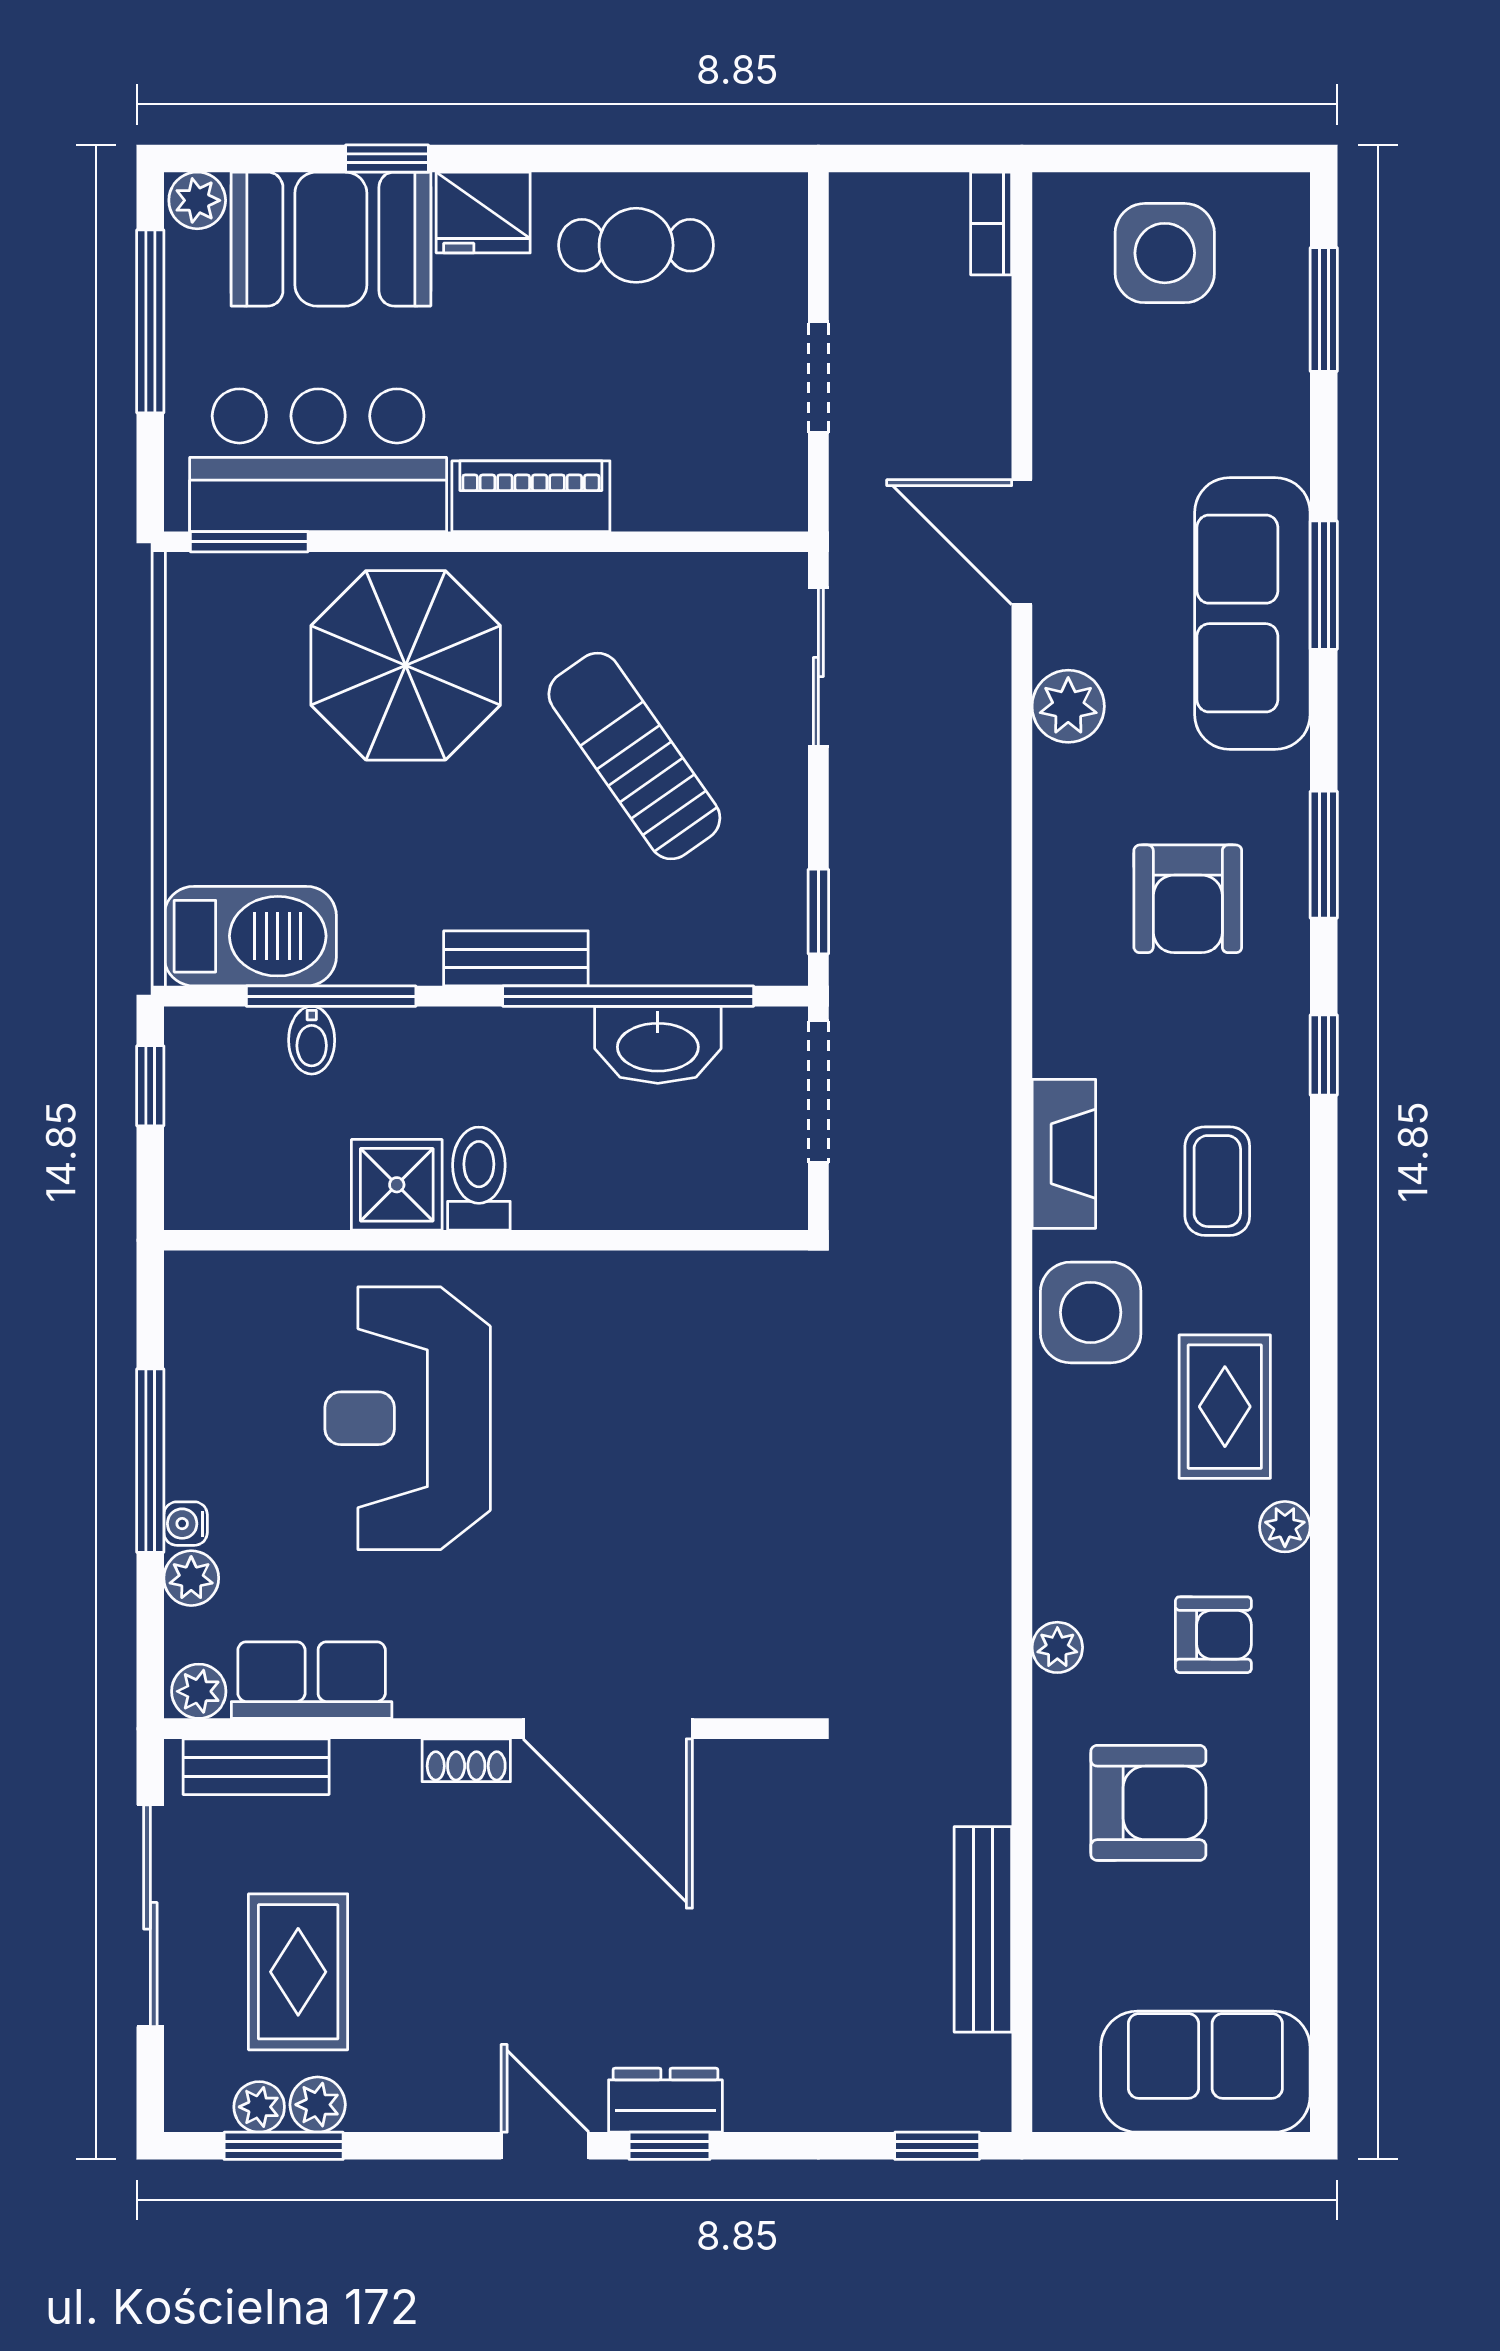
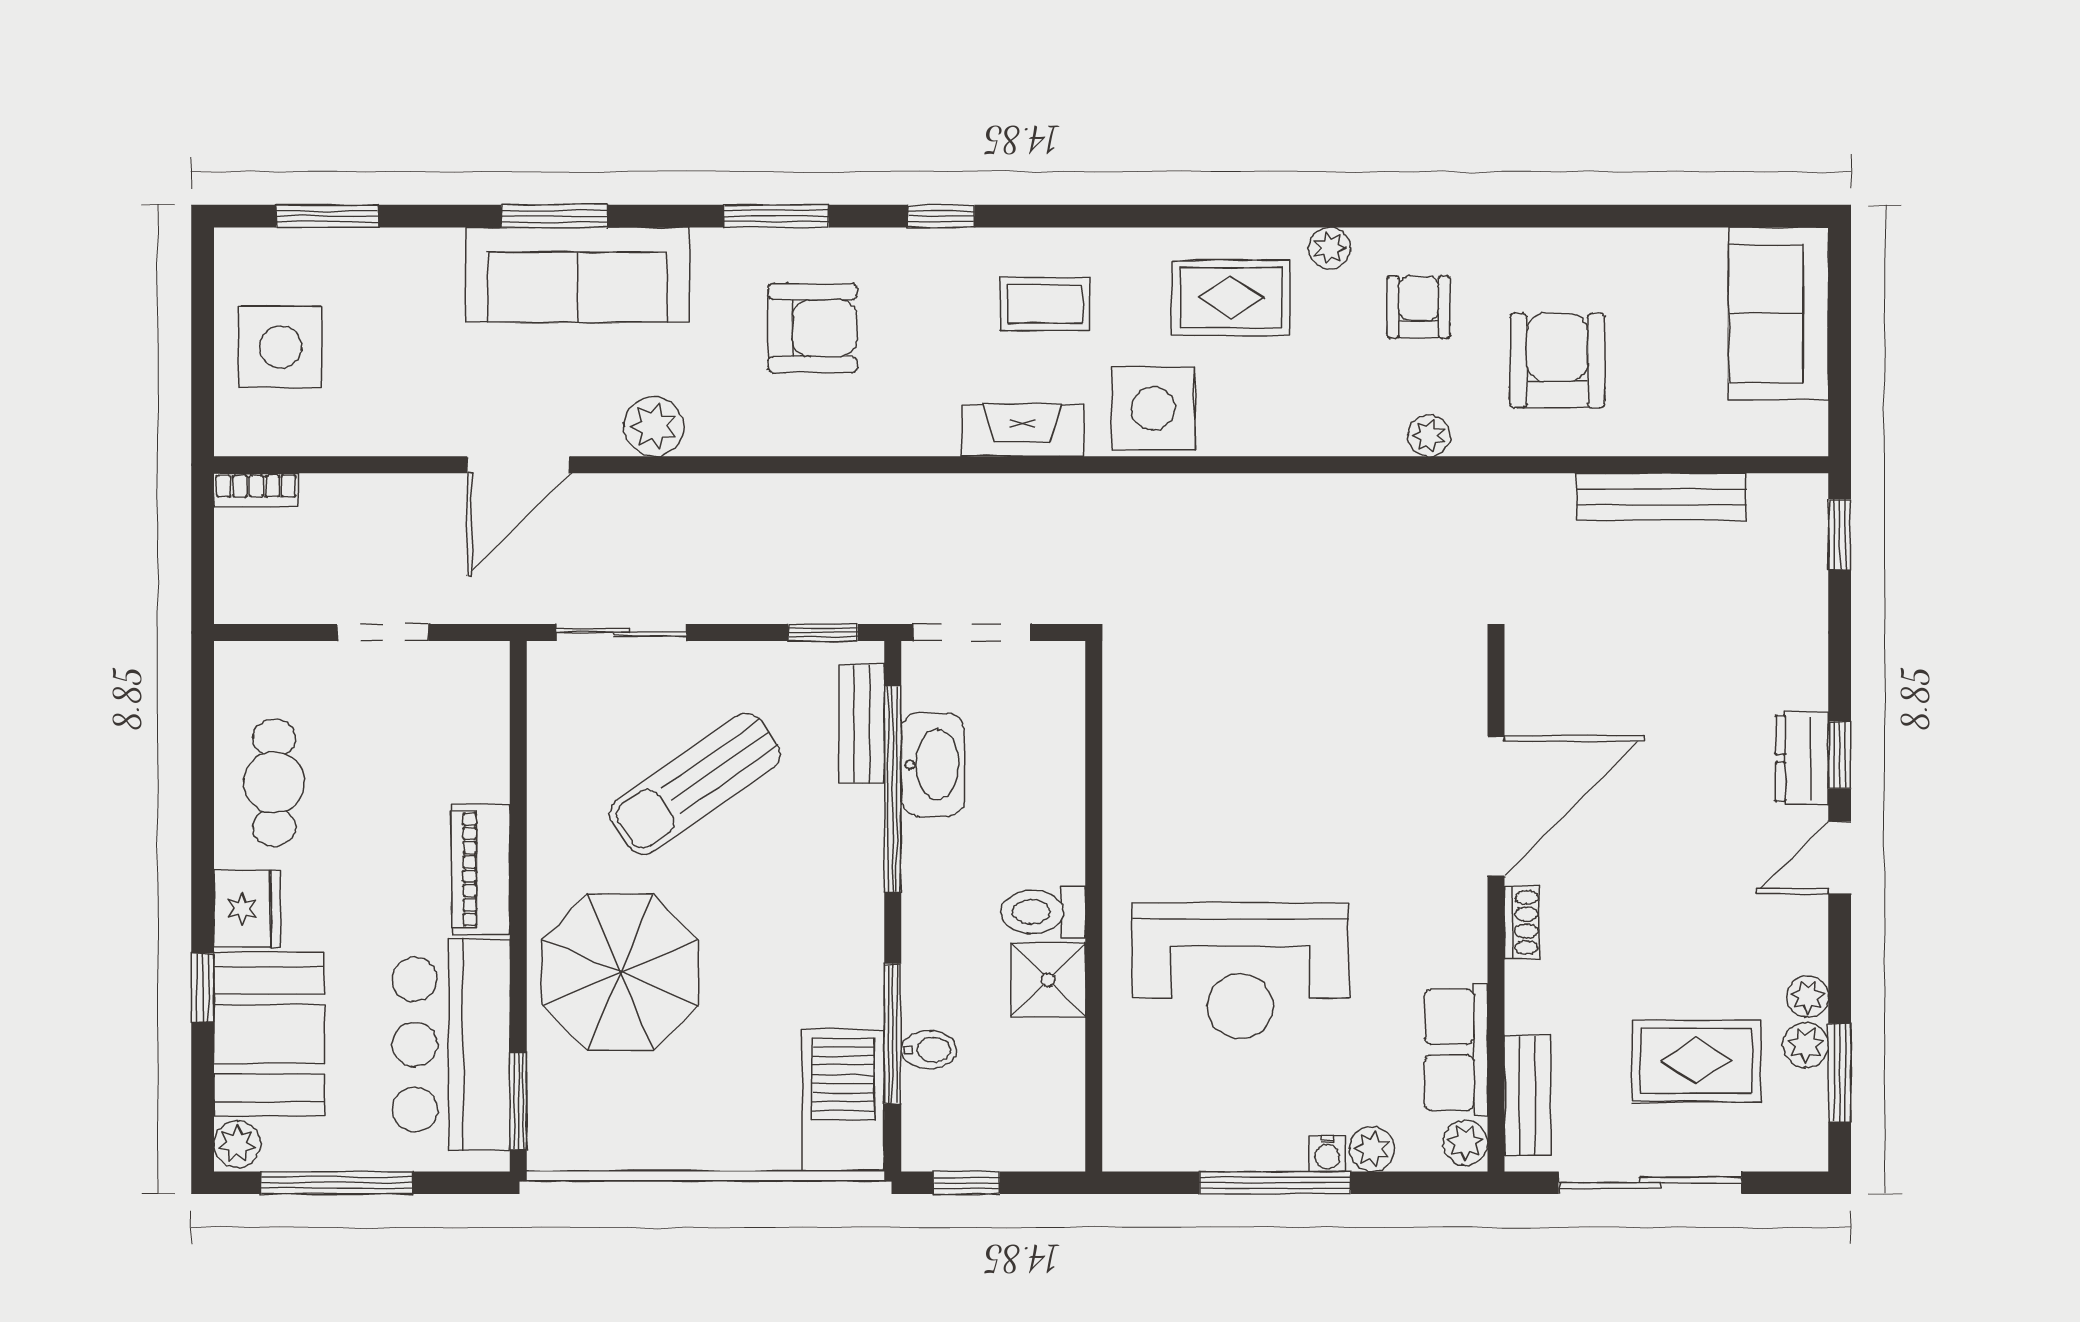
bench: (516, 958) -> (862, 724), moved
plant: (259, 2107) -> (1808, 997), moved

